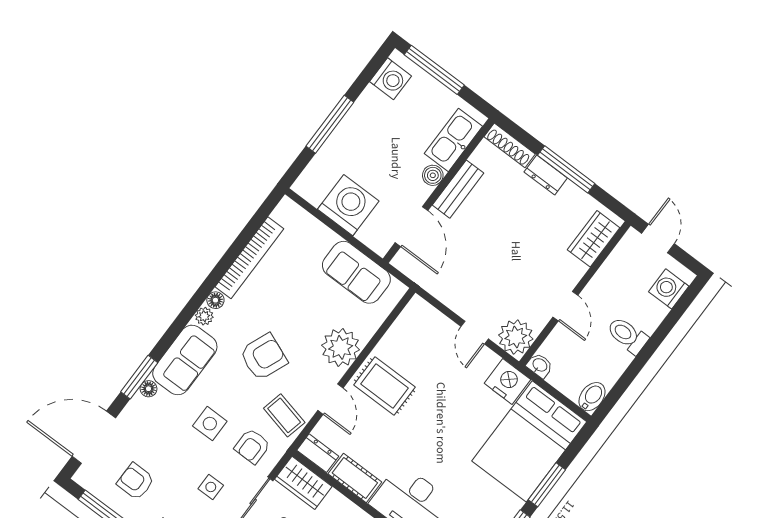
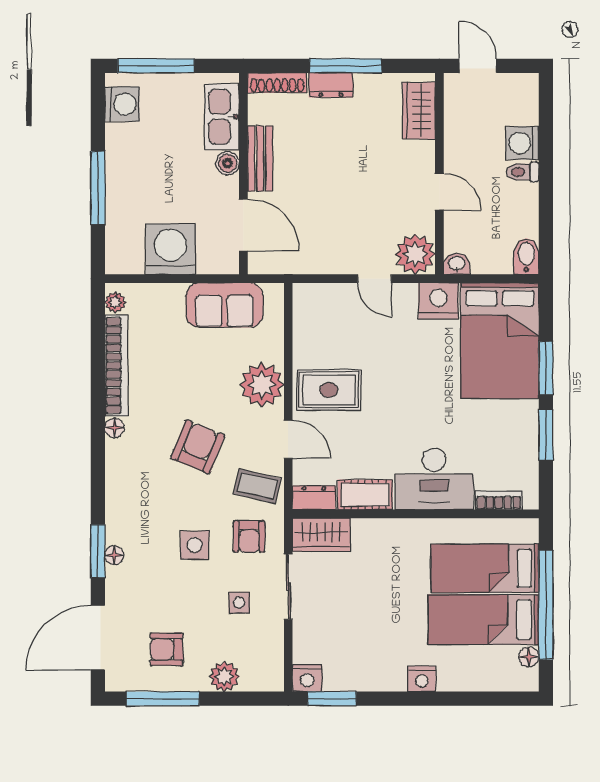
washing machine: (669, 289) -> (522, 143), moved
plant: (204, 316) -> (115, 302), moved
toilet: (627, 335) -> (523, 172), width x0.73, depth x0.72
sofa: (185, 360) -> (128, 504), removed

